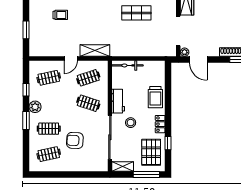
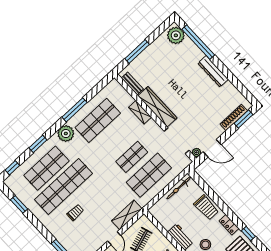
shop shelf: (136, 37) -> (149, 175), added
bicycle: (128, 65) -> (179, 188), moved

